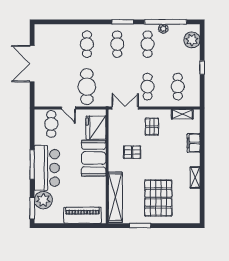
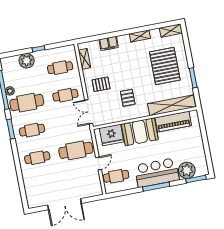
plant: (192, 40) -> (27, 61), moved
cafe table: (147, 44) -> (27, 103), width x1.37, depth x1.35
pallet: (158, 198) -> (165, 66), turned 90
shelving: (195, 212) -> (171, 31), added
piano: (83, 215) -> (173, 122), moved, turned -90

